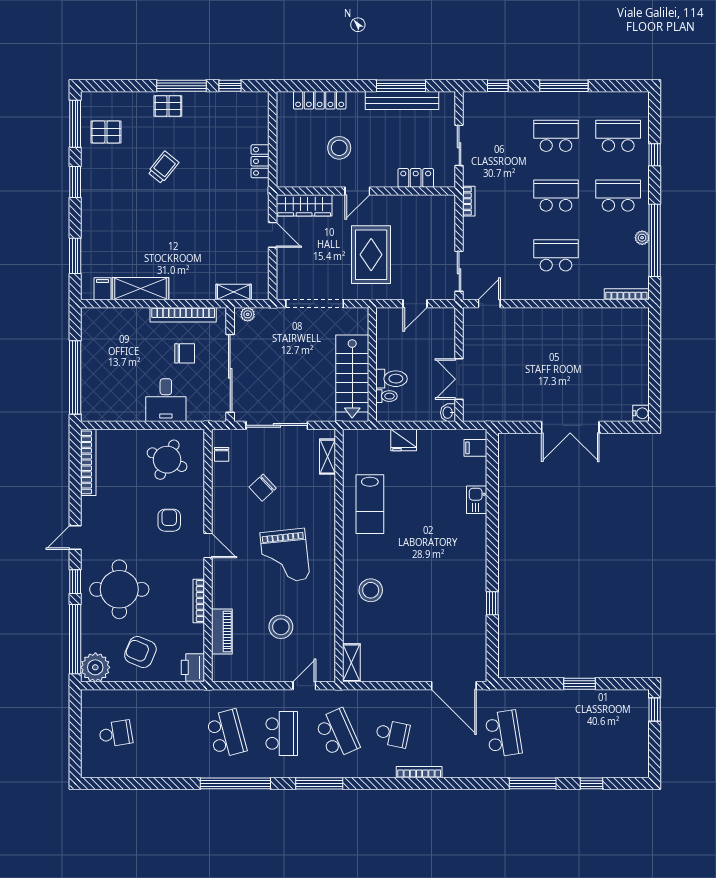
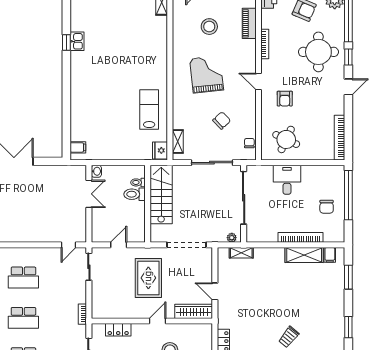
bookcase: (183, 315) -> (301, 237), moved
chair: (185, 353) -> (327, 207), moved, turned -90
fridge: (404, 440) -> (160, 150), moved, turned -90
kitchen sink: (477, 500) -> (77, 41), moved
stool: (371, 590) -> (149, 51), removed

